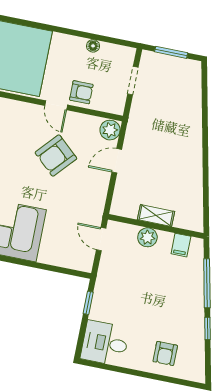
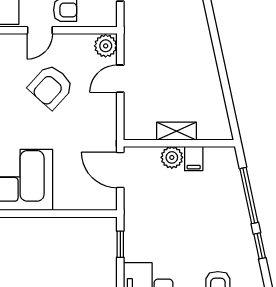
door: (56, 105) -> (40, 30), hinge flipped
door: (101, 239) -> (120, 170), width x1.38
filing cabinet: (181, 245) -> (194, 159), moved

